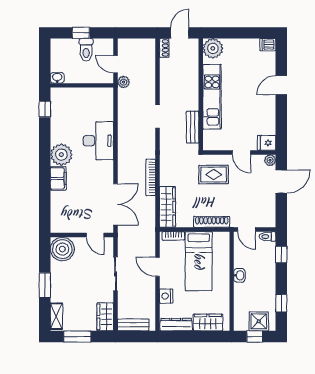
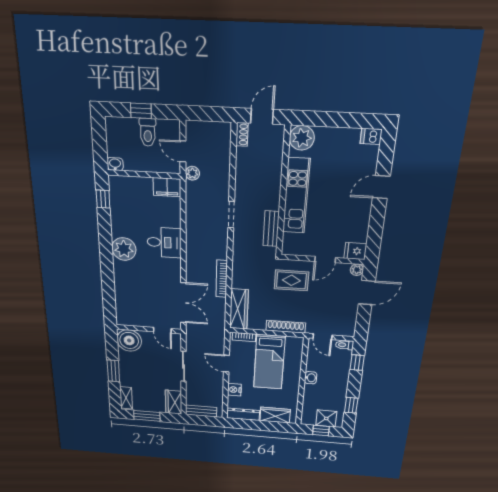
desk: (98, 141) -> (164, 243), width x0.73
door: (241, 153) -> (325, 260), hinge flipped
filing cabinet: (58, 178) -> (167, 187), moved, turned 90

